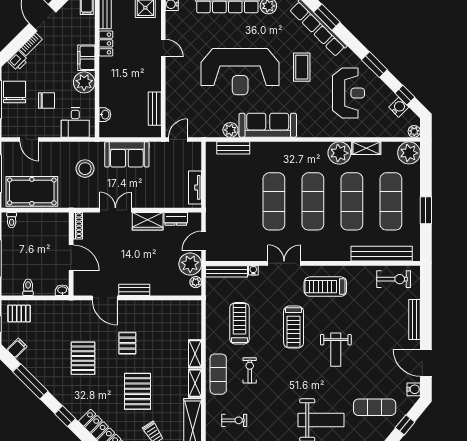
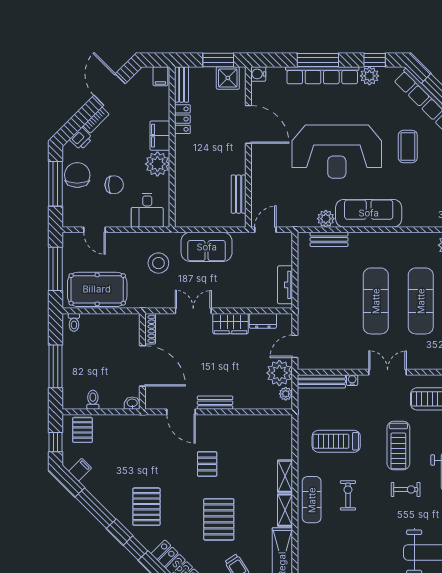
door: (163, 48) -> (248, 124), width x1.88
washbasin: (105, 115) -> (181, 201), removed
door: (71, 258) -> (142, 366), width x1.36
pallet: (19, 314) -> (82, 430), turned 90
treadmill: (240, 323) -> (336, 441), turned -90
pallet: (83, 358) -> (146, 507), moved
exercise bike: (234, 420) -> (406, 489), moved

